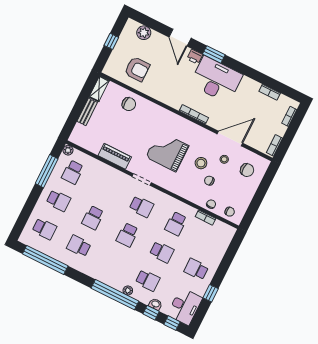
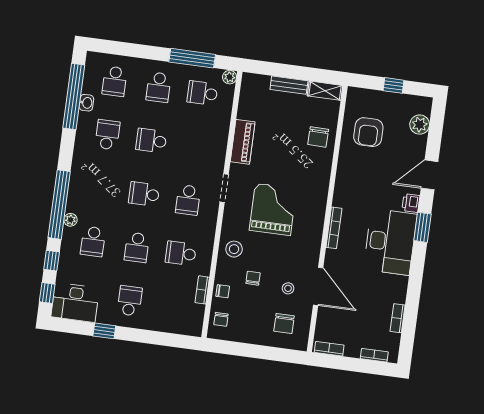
stool: (201, 163) -> (234, 249), moved
washbasin: (155, 304) -> (86, 103), moved

